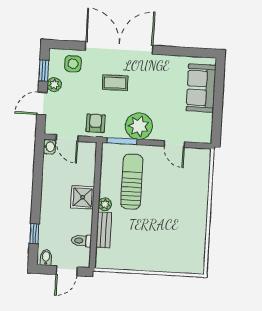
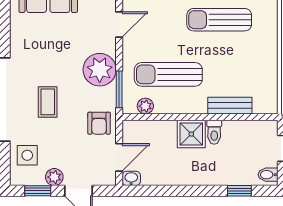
armchair: (96, 123) -> (99, 123), turned -90
plant: (105, 204) -> (145, 106), moved
sun lounger: (174, 225) -> (219, 20), added
toilet: (81, 241) -> (214, 132), moved

